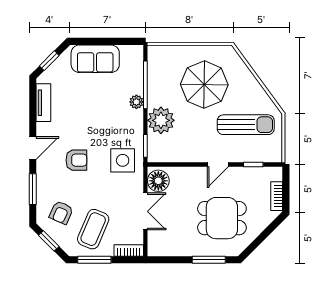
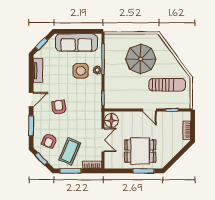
sofa: (95, 59) -> (76, 42), width x1.36
plant: (161, 120) -> (113, 82), removed
armchair: (76, 160) -> (59, 107), turned -98
side table: (123, 160) -> (81, 71), moved
door: (218, 164) -> (149, 110), hinge flipped
dining table: (222, 218) -> (140, 151), moved

